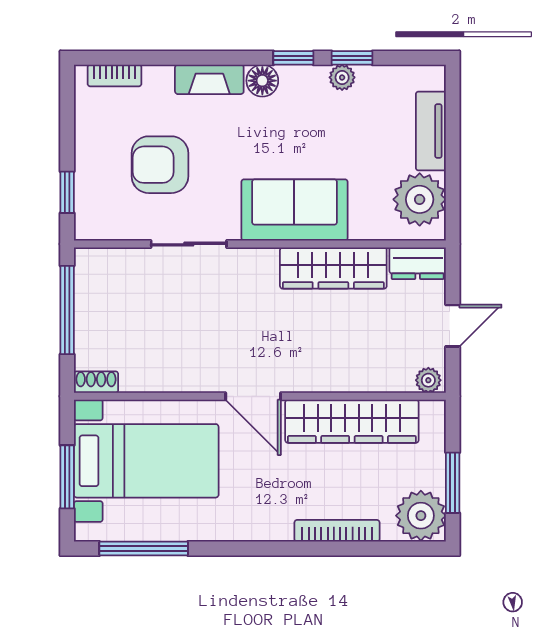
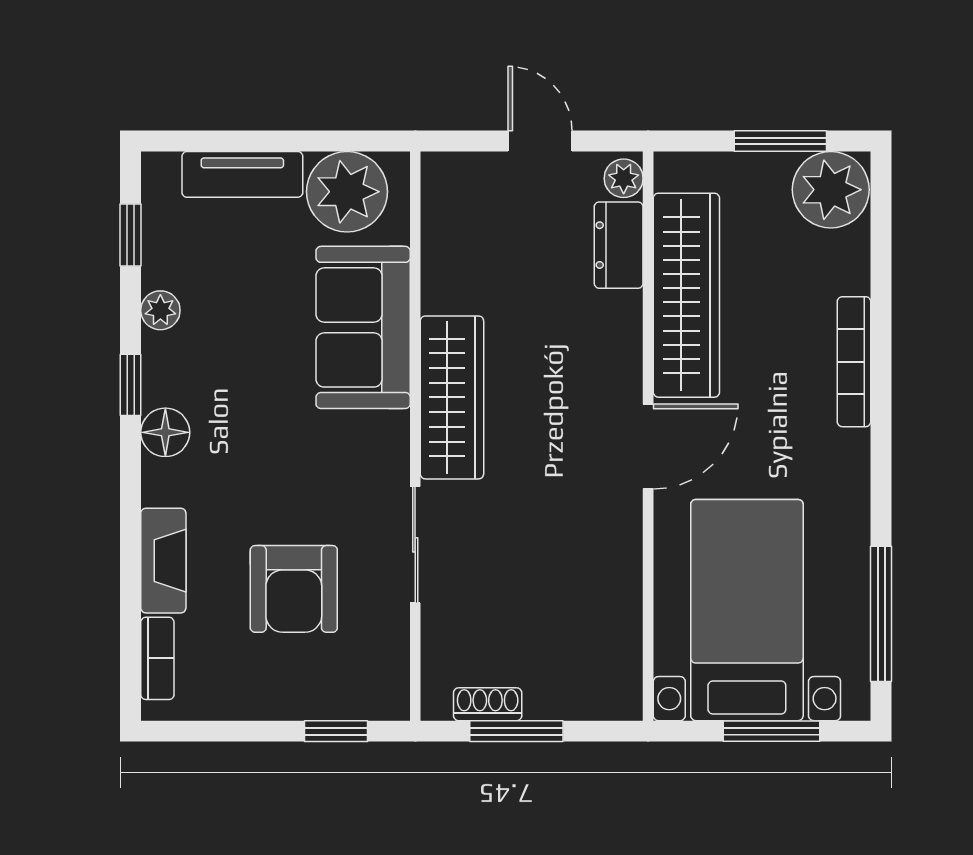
window: (352, 58) -> (131, 235), moved
fireplace: (209, 79) -> (163, 561), moved
sofa: (294, 210) -> (363, 327), moved
dresser: (418, 263) -> (619, 245), moved, turned 180
wardrobe: (333, 268) -> (452, 397), moved
window: (67, 310) -> (516, 731), width x0.69
shoe rack: (96, 382) -> (488, 704), moved, turned 90
bookcase: (337, 531) -> (854, 362), moved

